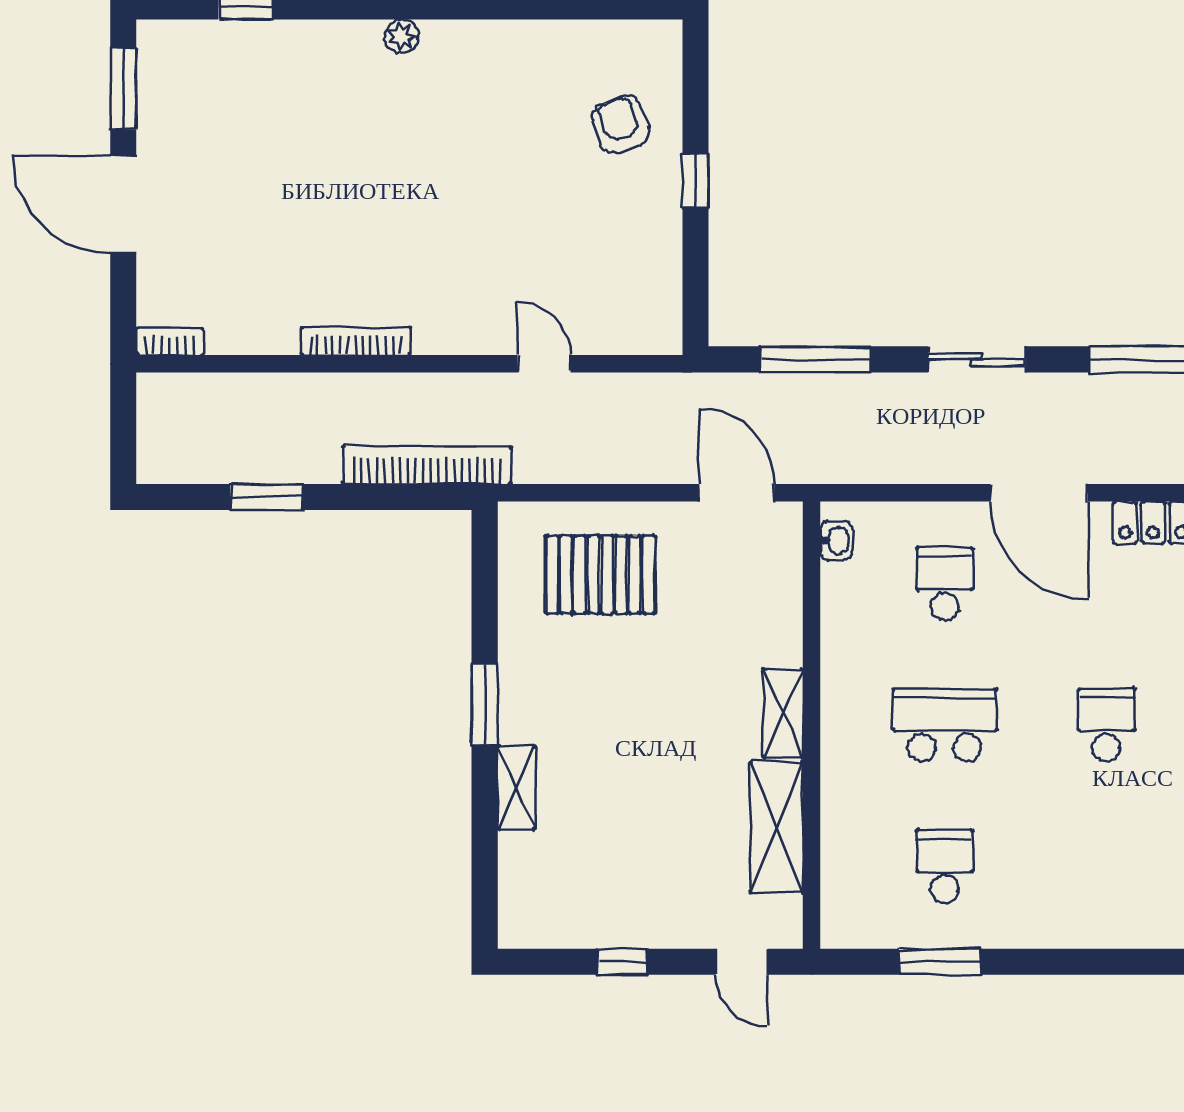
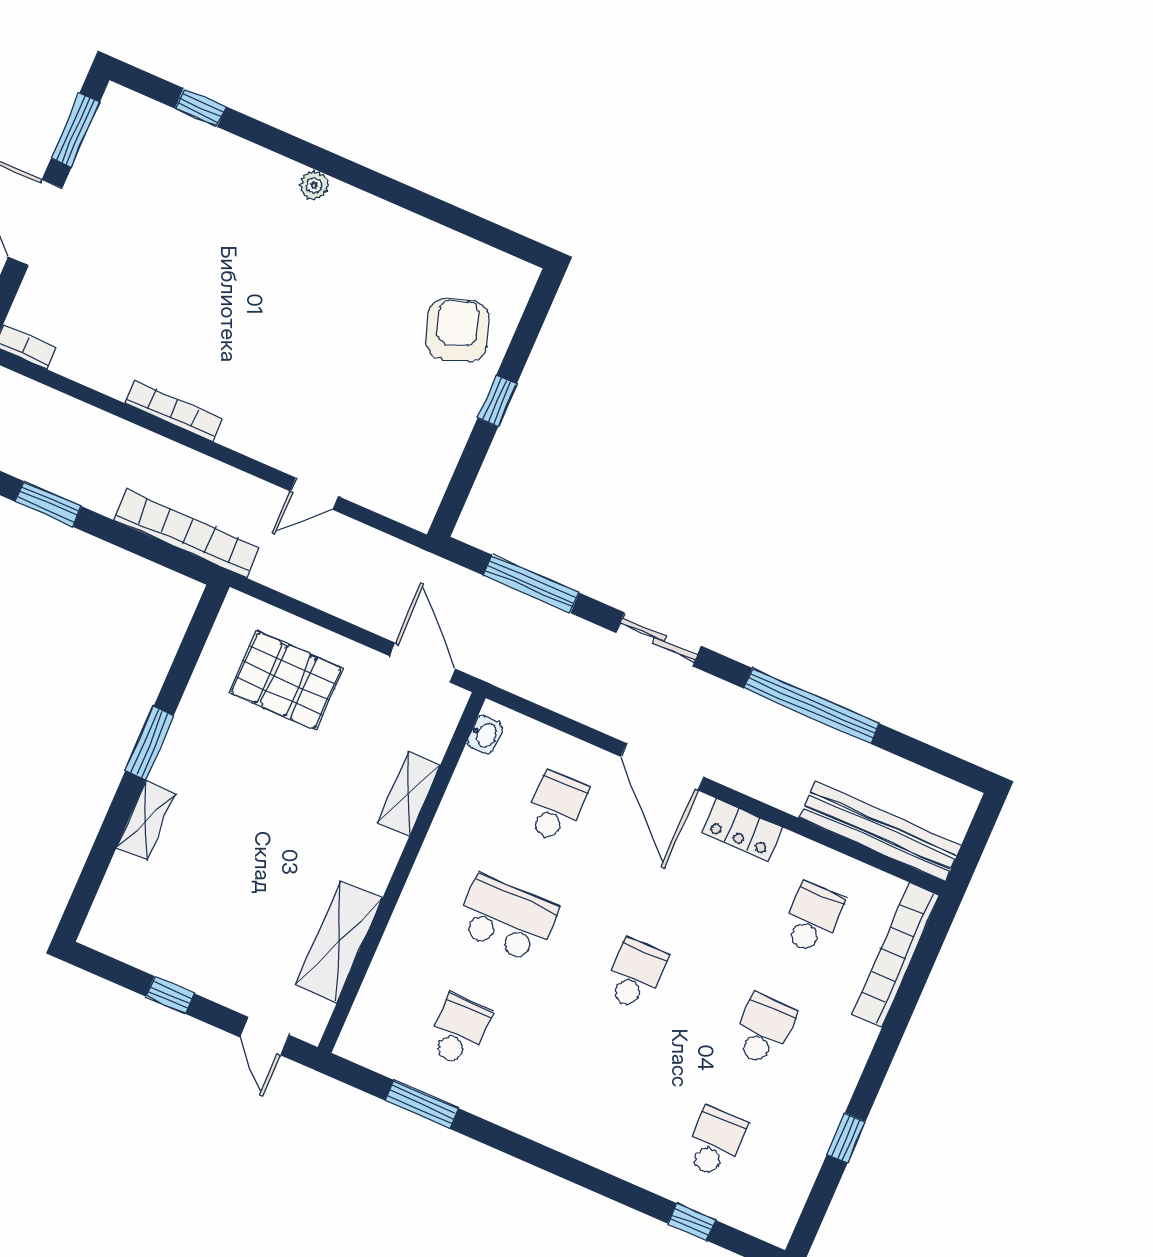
armchair: (620, 124) -> (457, 330), width x1.38, depth x1.38
door: (544, 364) -> (314, 494), swing flipped
shelving: (783, 713) -> (409, 794), moved

